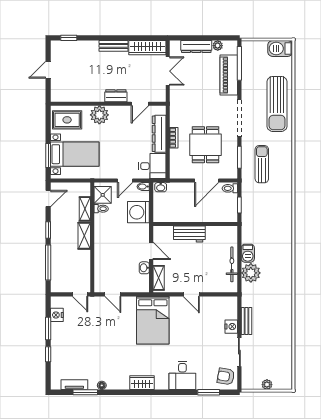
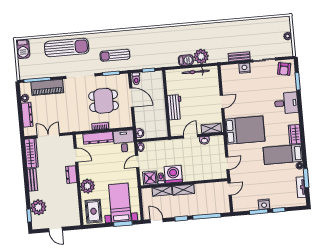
plant: (78, 51) -> (38, 207), added
door: (125, 181) -> (137, 161), swing flipped
washing machine: (138, 212) -> (173, 174), moved, turned 180
nightstand: (57, 315) -> (264, 204), moved
bed: (118, 365) -> (283, 154), added

